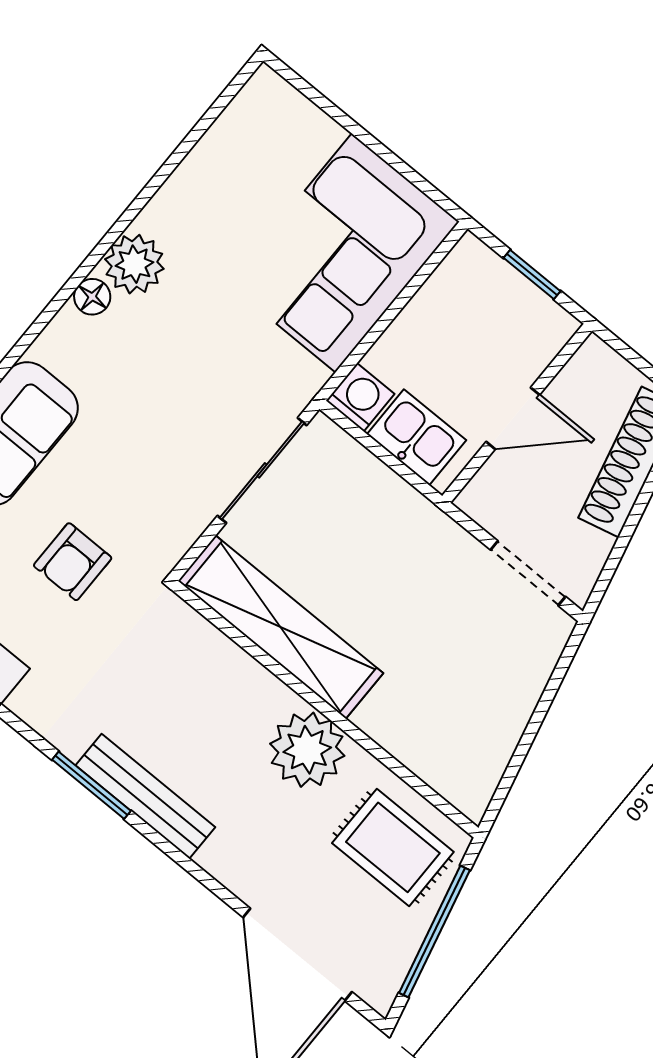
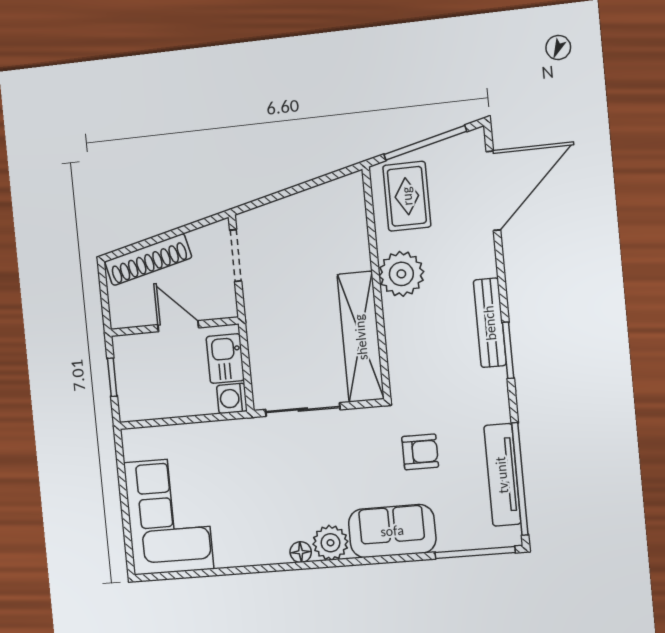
corner sofa: (344, 253) -> (169, 516), moved, turned -90
plant: (134, 264) -> (330, 543), moved

